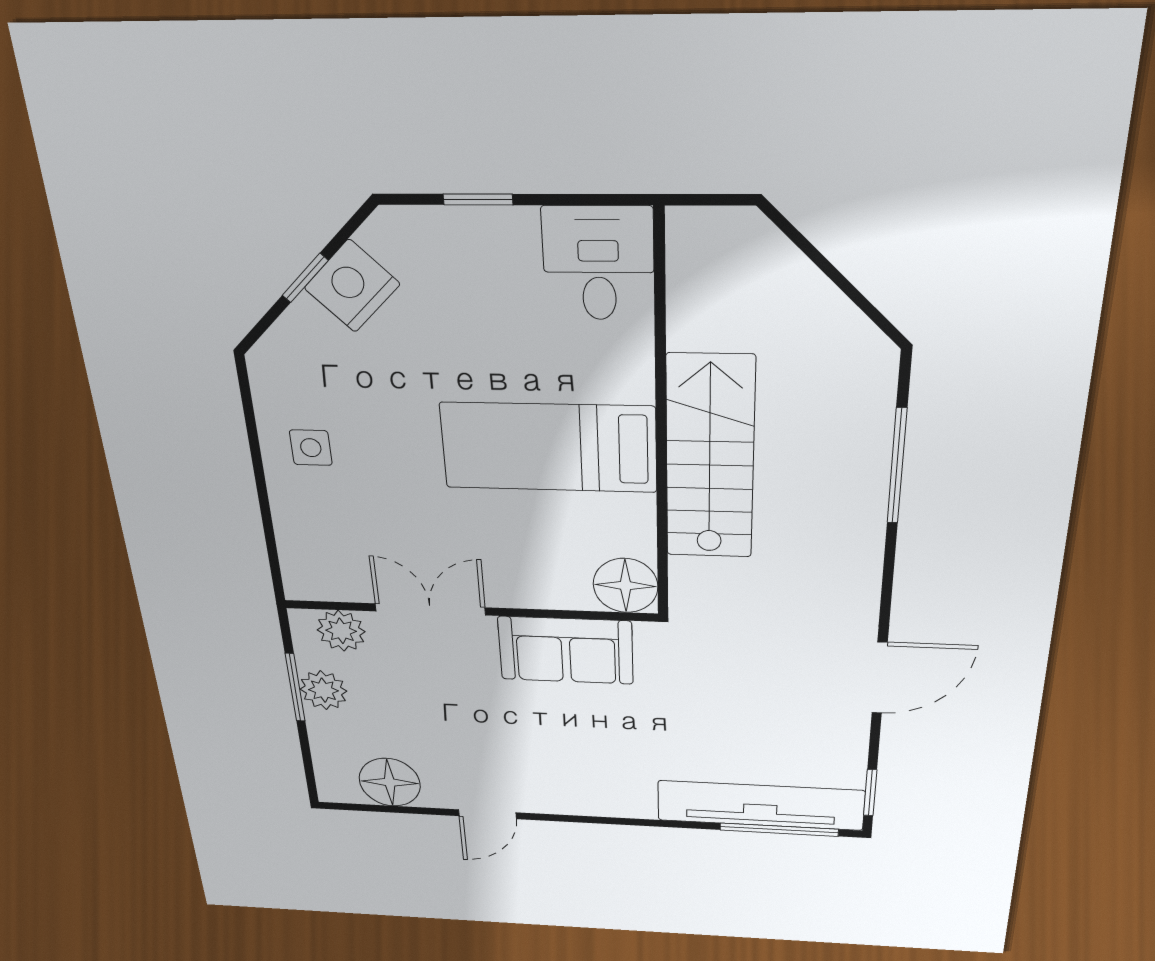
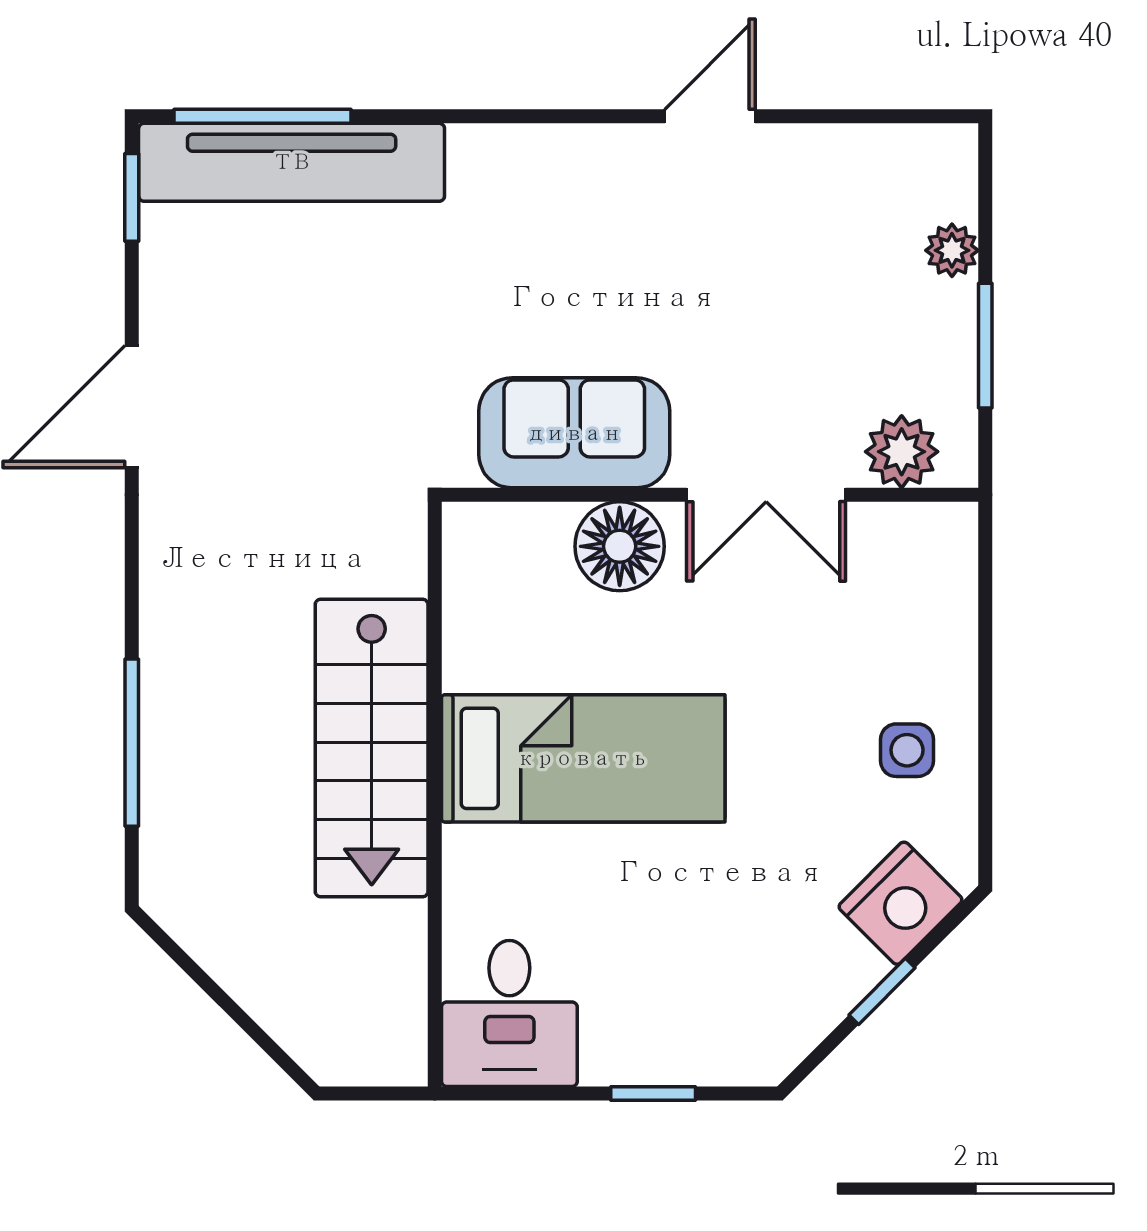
nightstand: (352, 286) -> (901, 903), moved
floor lamp: (626, 586) -> (620, 546), moved
plant: (323, 690) -> (952, 250), moved, width x0.73, depth x0.73
floor lamp: (390, 782) -> (859, 171), removed

